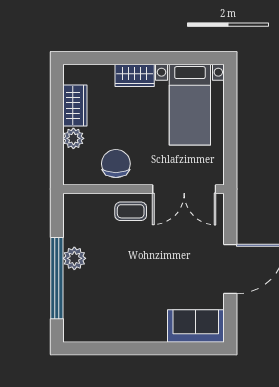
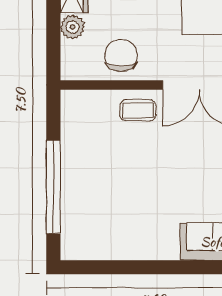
plant: (74, 258) -> (74, 164), removed

